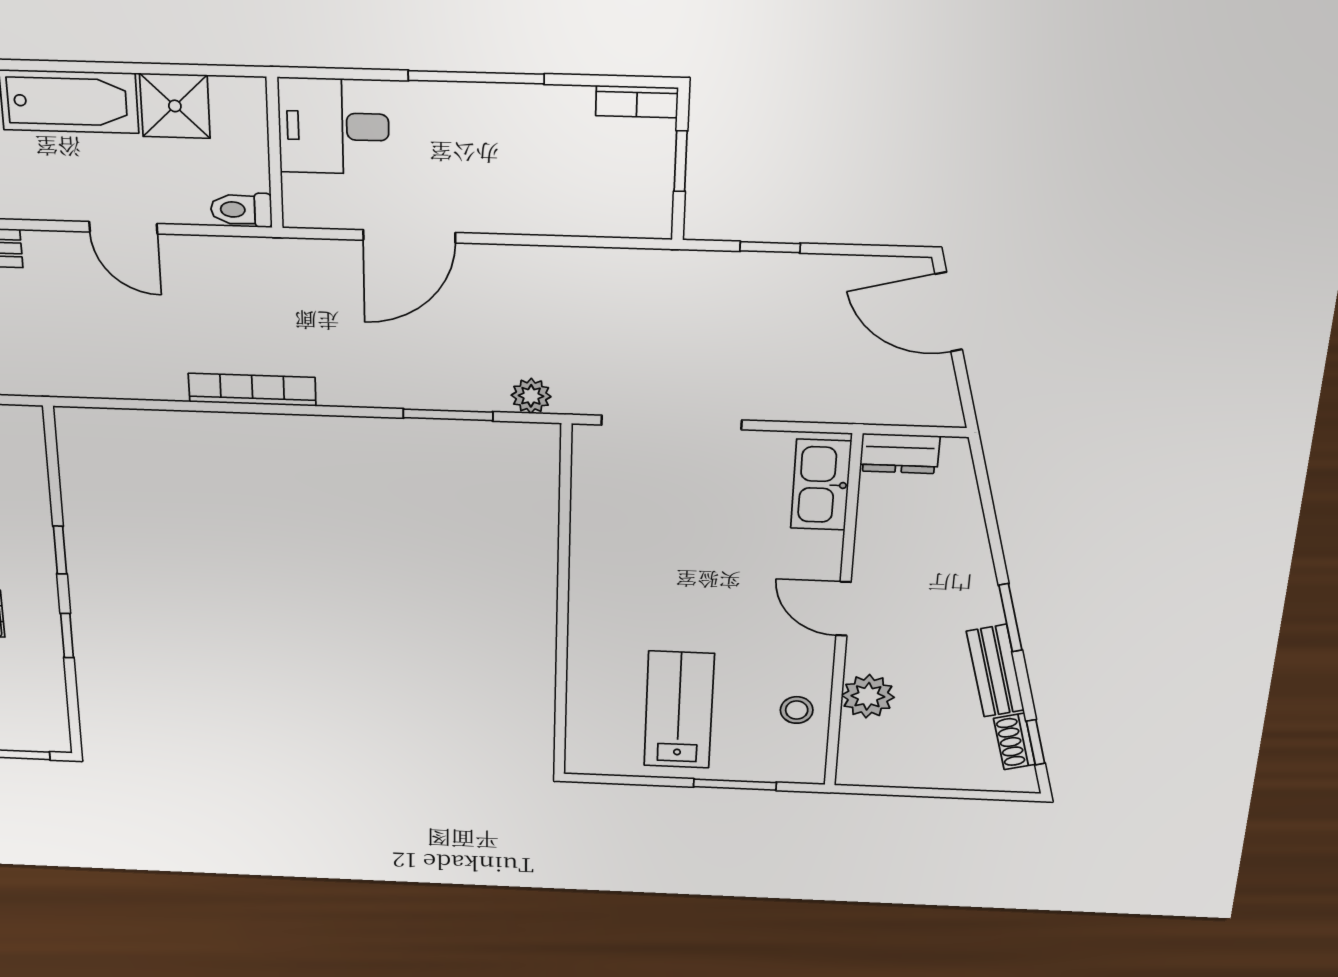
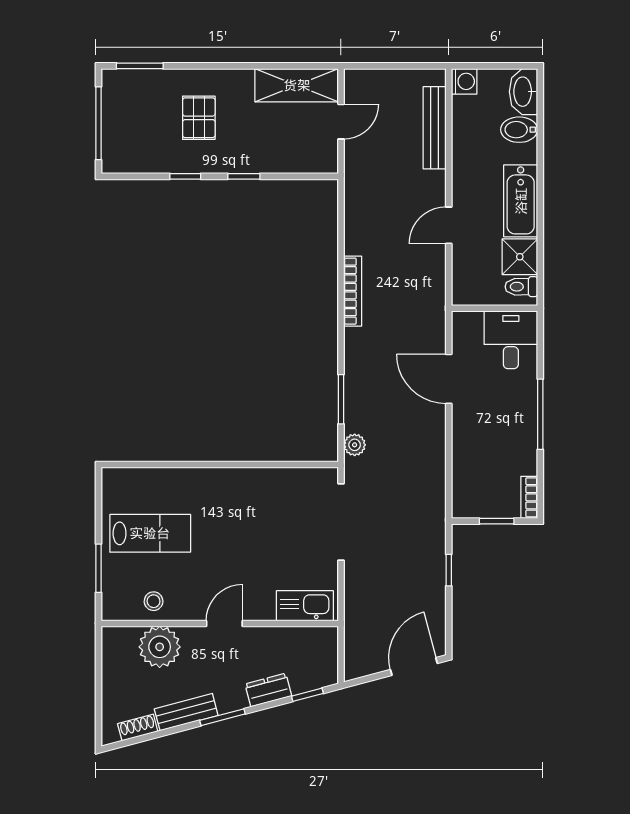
toilet: (241, 210) -> (521, 287), moved, turned -90
dresser: (900, 454) -> (268, 690), moved, turned 75
plant: (868, 696) -> (160, 647), width x1.36, depth x1.36
window: (1036, 742) -> (307, 695), moved

